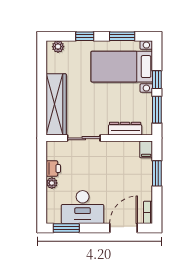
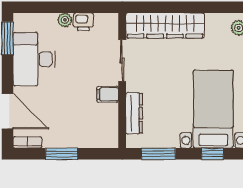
window: (157, 80) -> (212, 154), moved
filing cabinet: (146, 149) -> (108, 94), moved
window: (157, 173) -> (62, 154), moved

